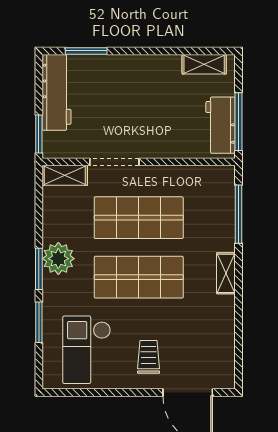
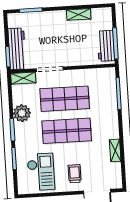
shelving: (204, 64) -> (79, 14), moved
workbench: (57, 92) -> (17, 49), moved
plant: (58, 259) -> (22, 113), moved
shelving: (226, 273) -> (115, 150), moved
checkout: (87, 350) -> (41, 172), turned 180

